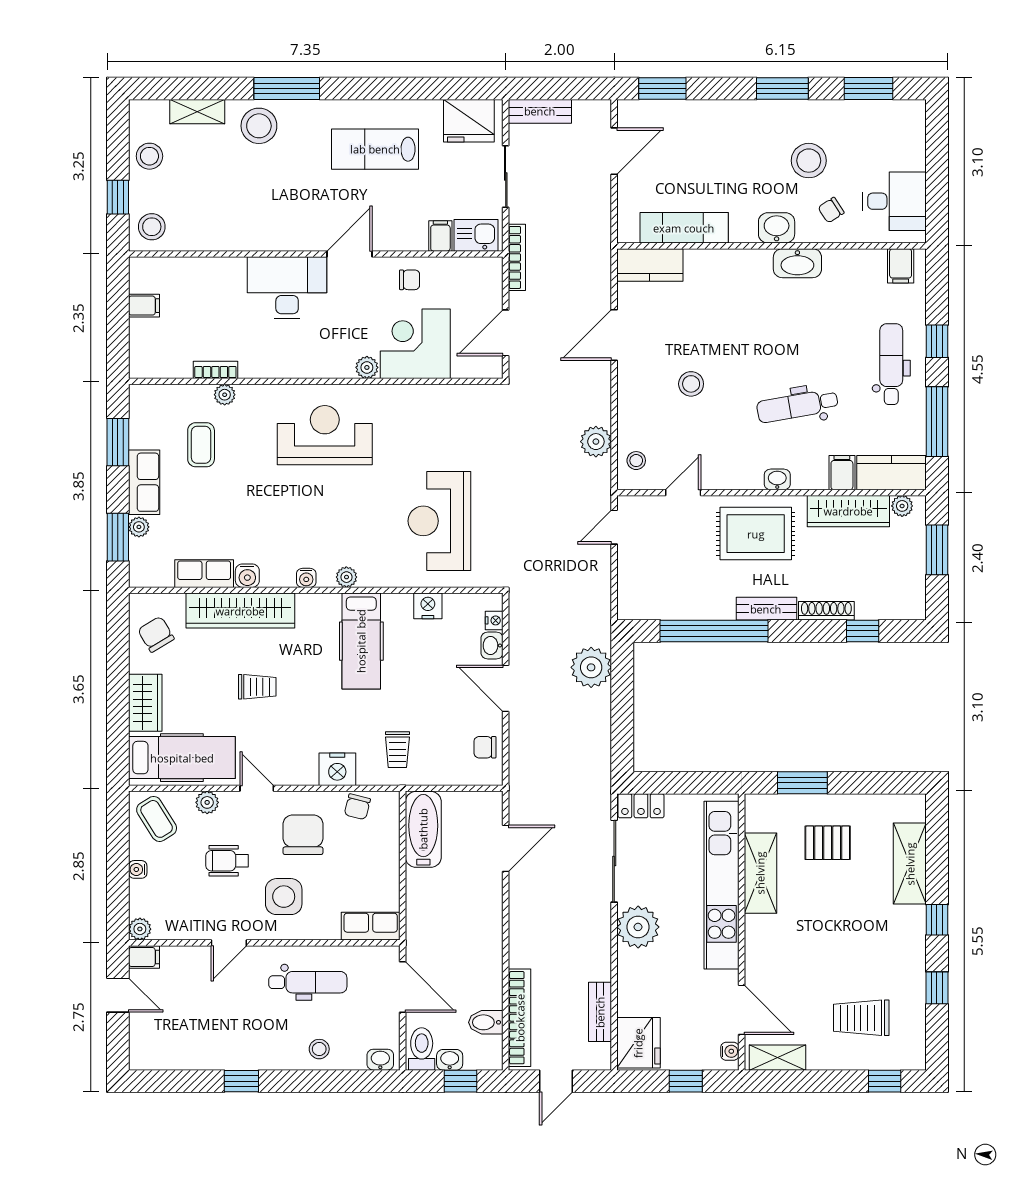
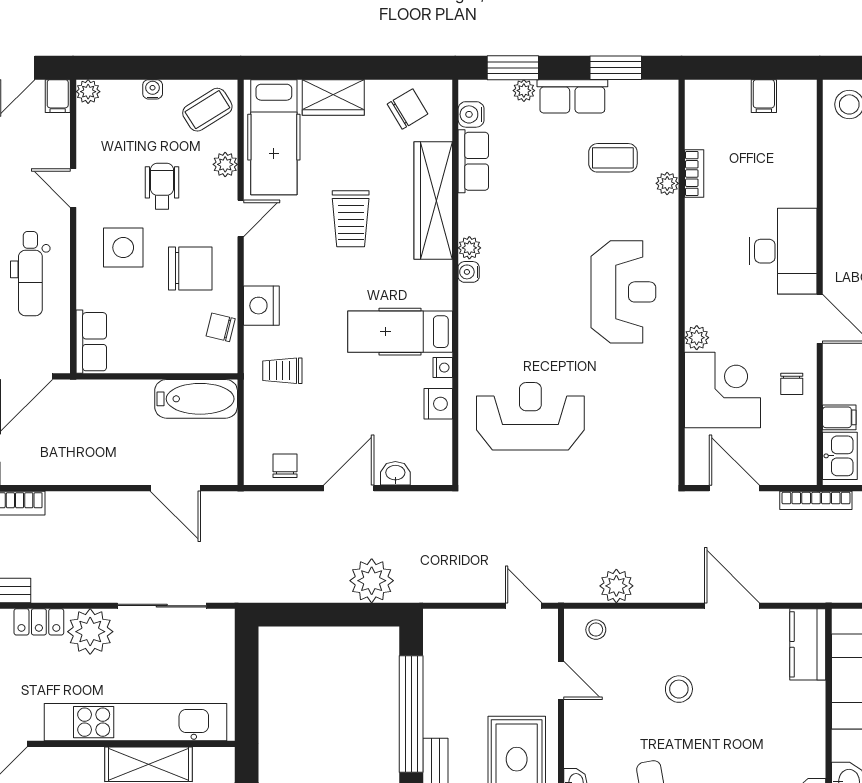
water cooler: (247, 576) -> (471, 114), moved
plant: (346, 577) -> (469, 248), moved
nightstand: (494, 620) -> (443, 368), moved, turned -90
trolley: (257, 687) -> (351, 219), width x1.36, depth x1.39
locker: (641, 806) -> (39, 622), moved, turned -90

